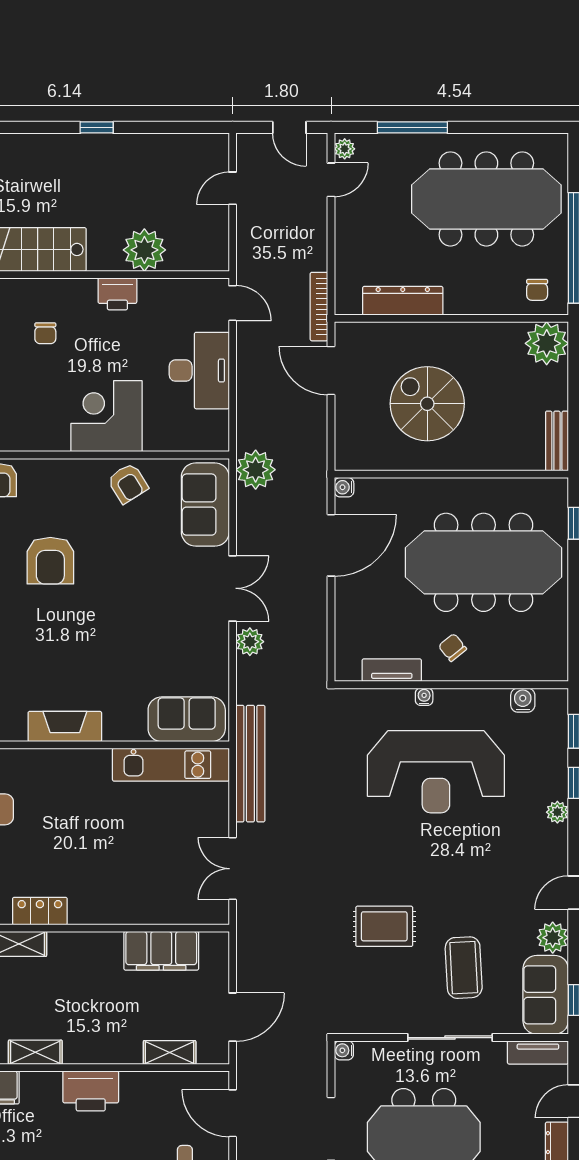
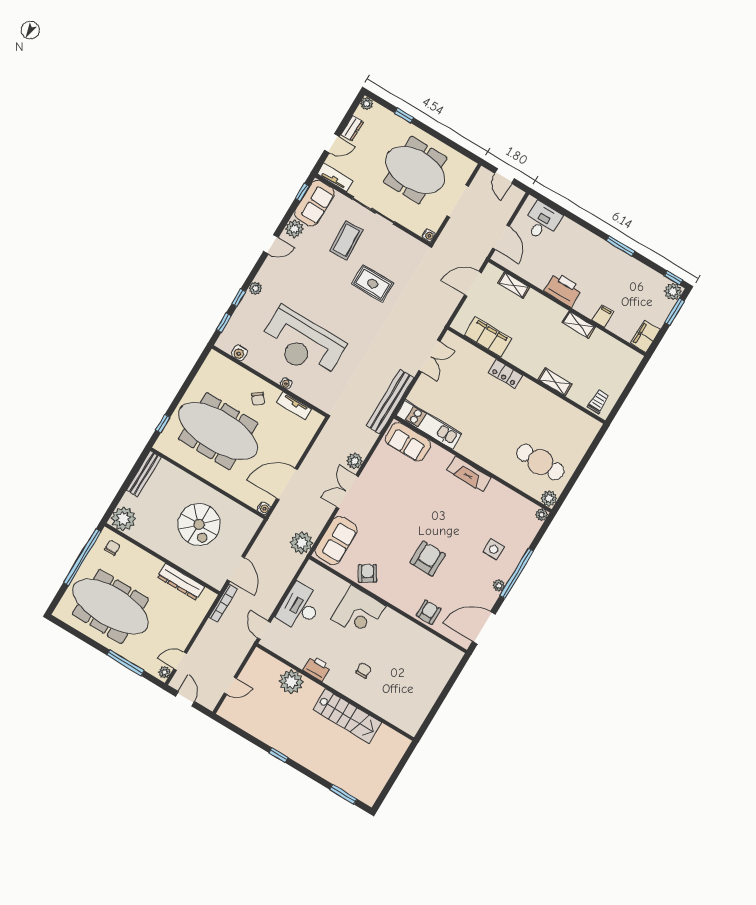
bench: (557, 441) -> (144, 474), width x1.36
reception desk: (436, 772) -> (302, 343), turned 180
locker: (40, 911) -> (506, 374), moved

